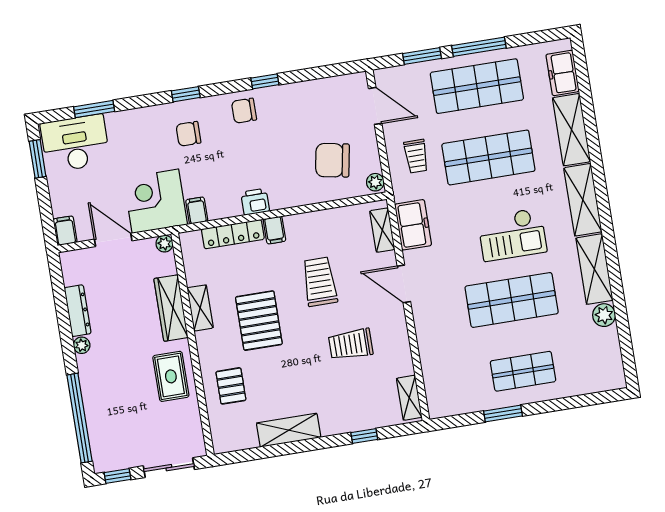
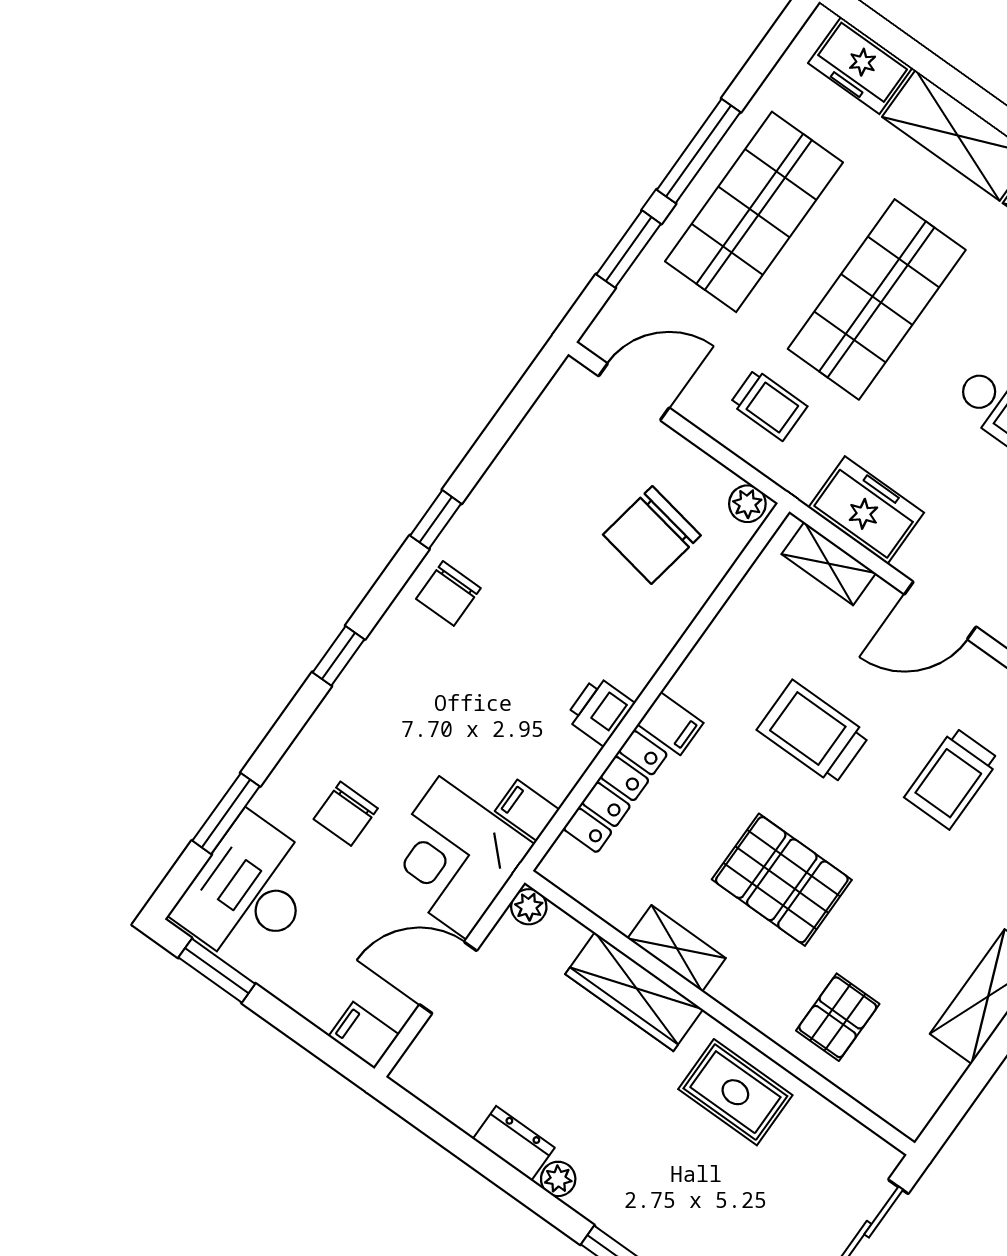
chair: (188, 134) -> (346, 814), moved
dresser: (78, 311) -> (514, 1143), width x0.70
pallet: (231, 386) -> (838, 1017), turned 90

